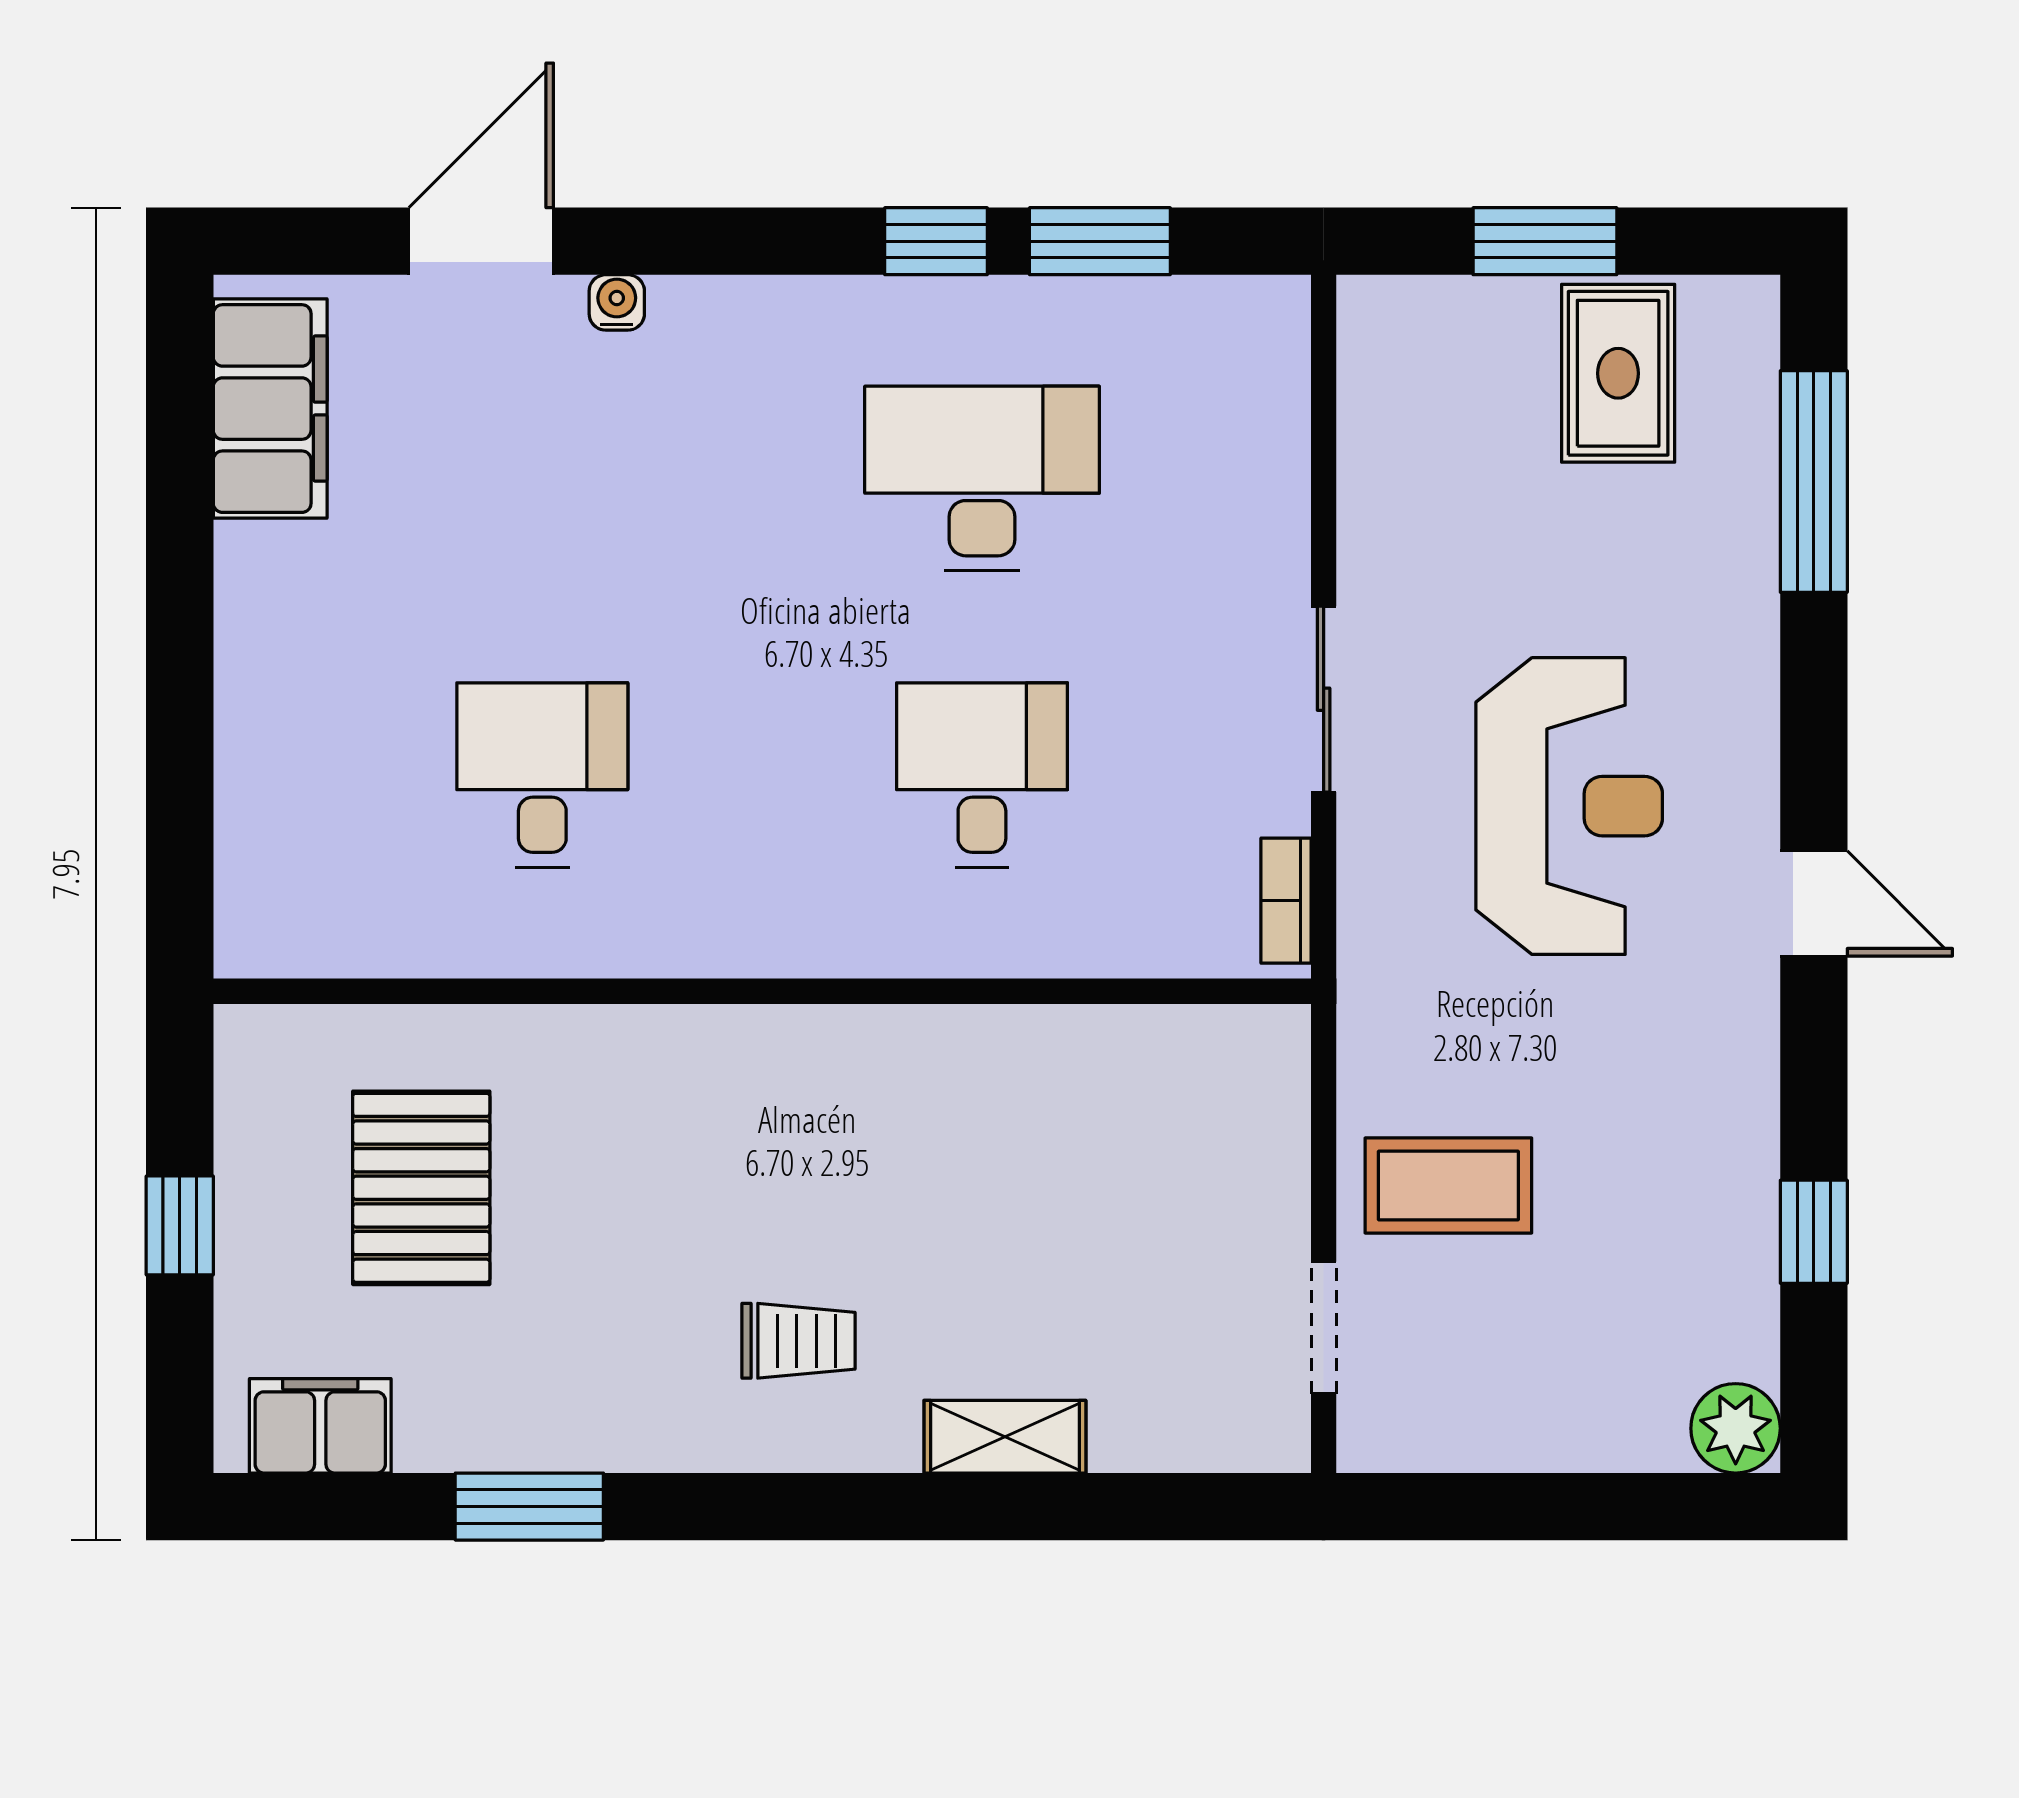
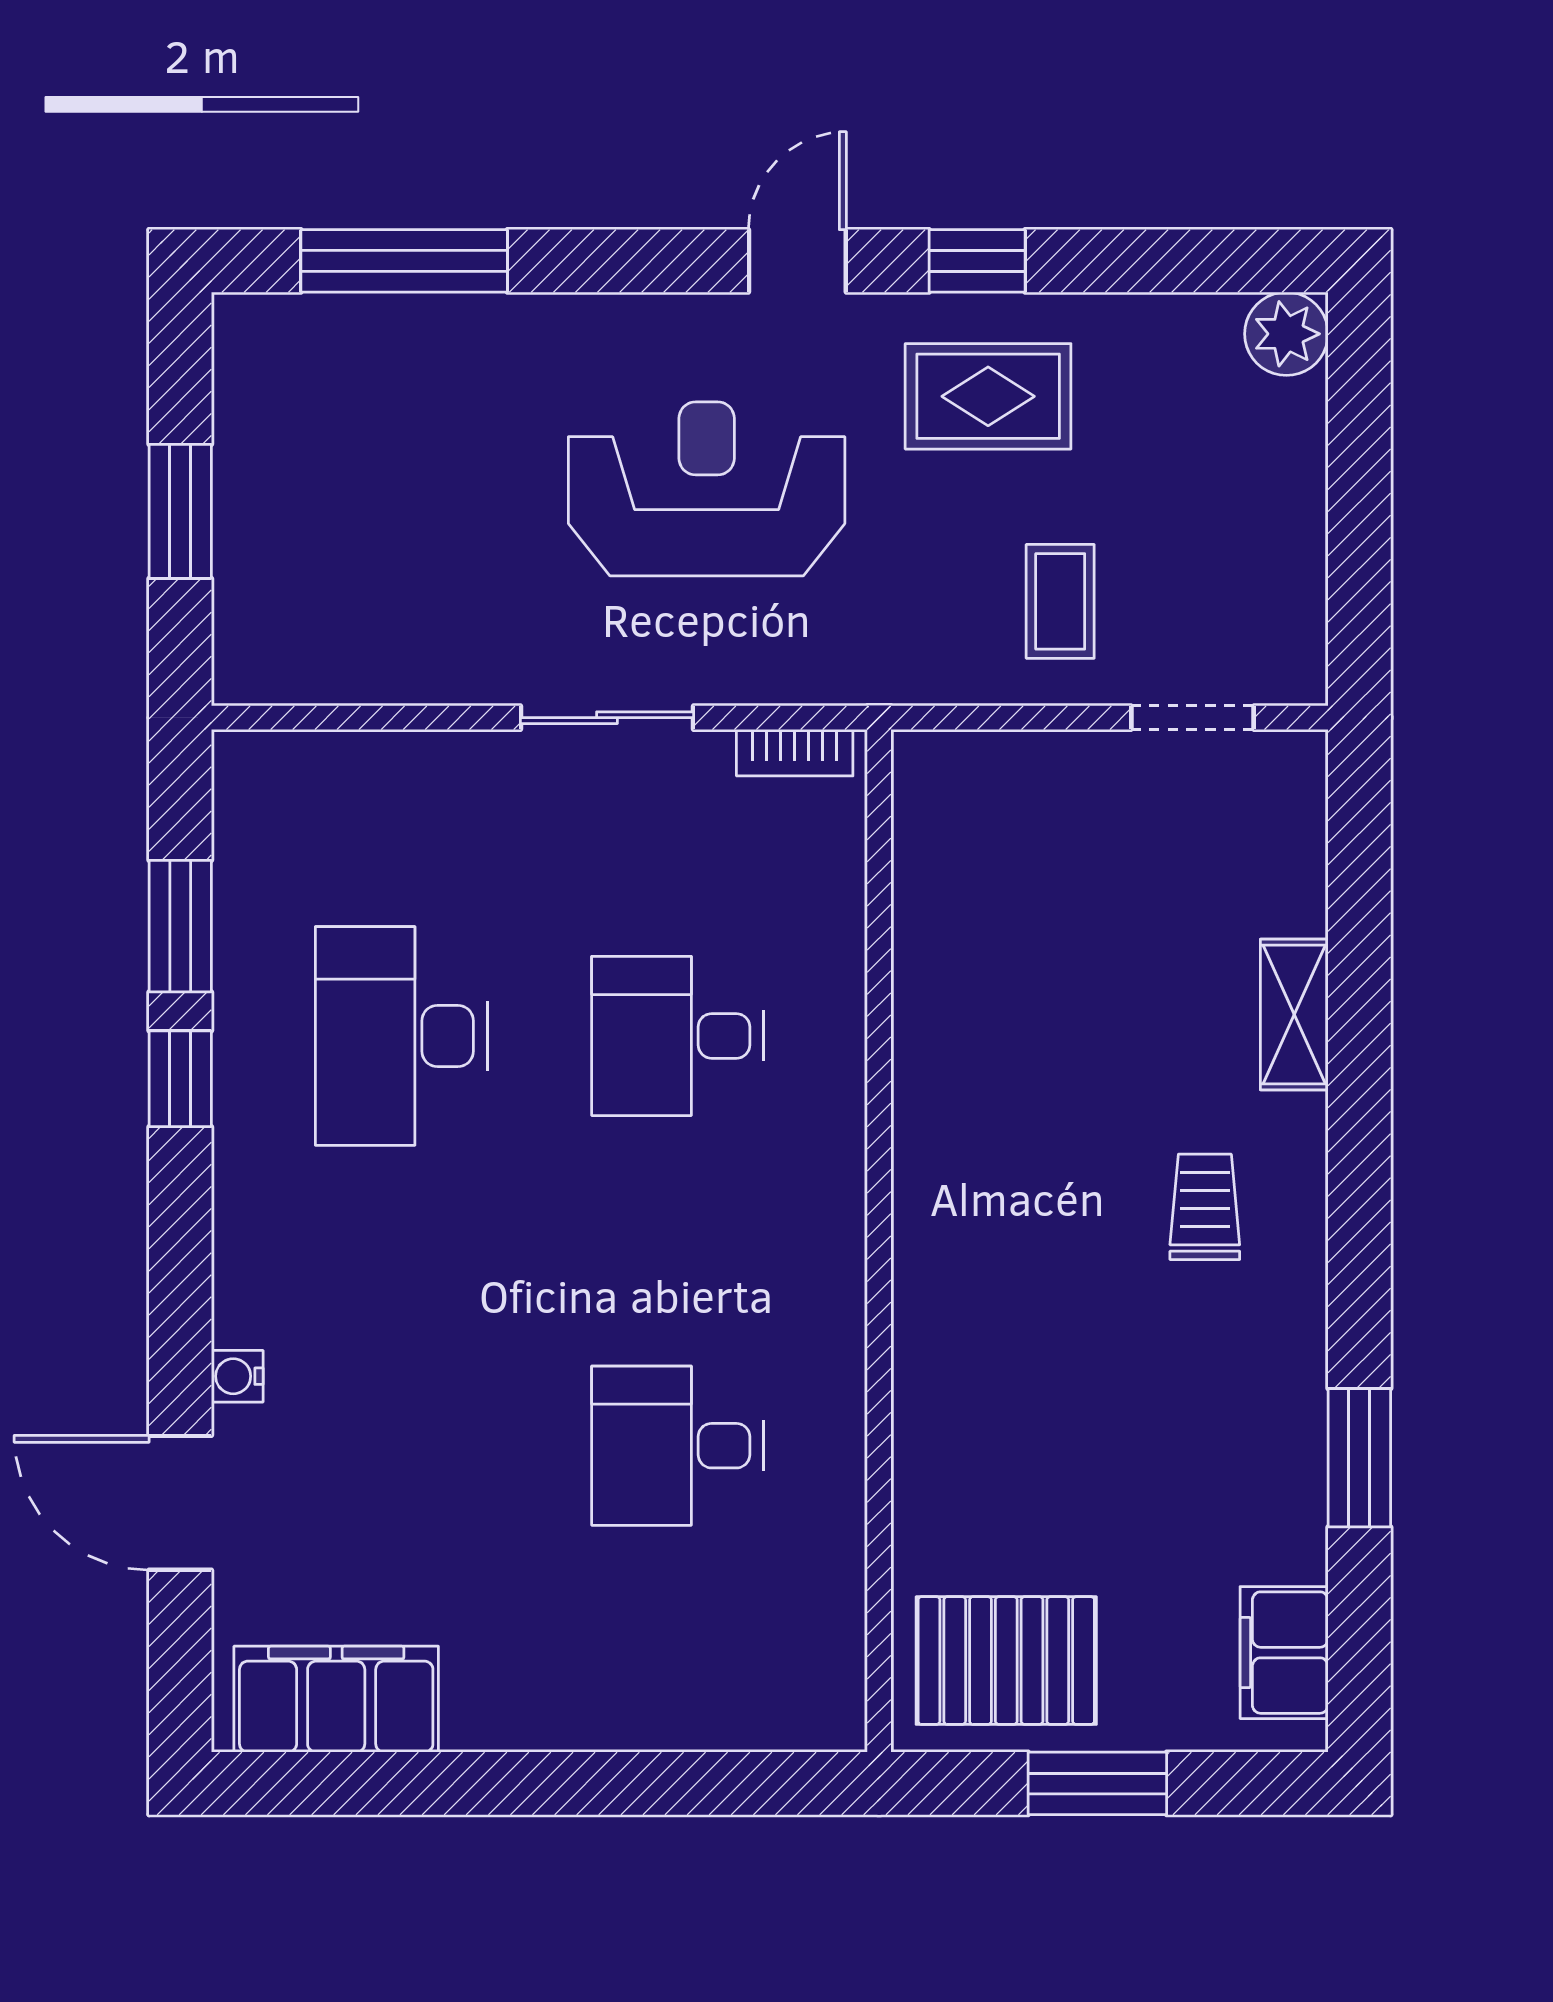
rug: (1618, 373) -> (988, 396), moved
coffee table: (1448, 1186) -> (1060, 601), width x0.73, depth x0.77
pallet: (421, 1188) -> (1006, 1661), moved
window: (180, 1225) -> (1097, 1783), width x1.50
window: (1814, 1232) -> (977, 261), moved

